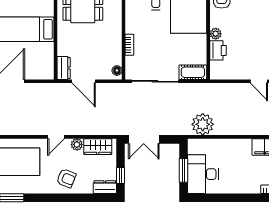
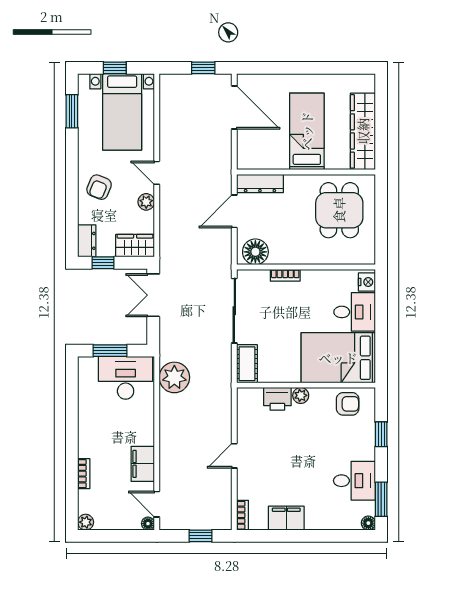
dresser: (64, 68) -> (260, 184), width x1.44
floor lamp: (117, 70) -> (255, 252), width x1.89, depth x1.89
wardrobe: (98, 147) -> (135, 246), moved, turned 90
desk: (203, 174) -> (126, 378), moved

